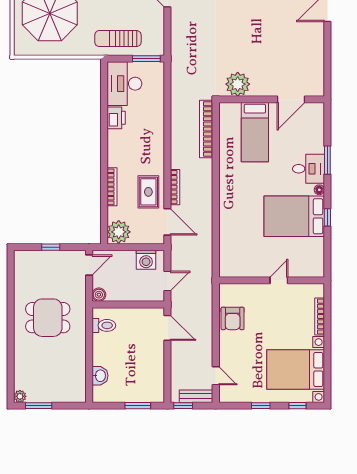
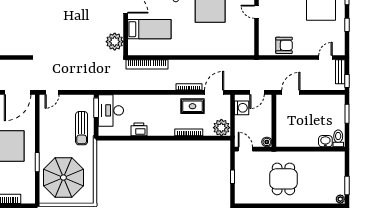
desk: (124, 84) -> (111, 110), moved, turned 90
door: (167, 281) -> (257, 92), swing flipped
toilet: (104, 325) -> (338, 138), moved

